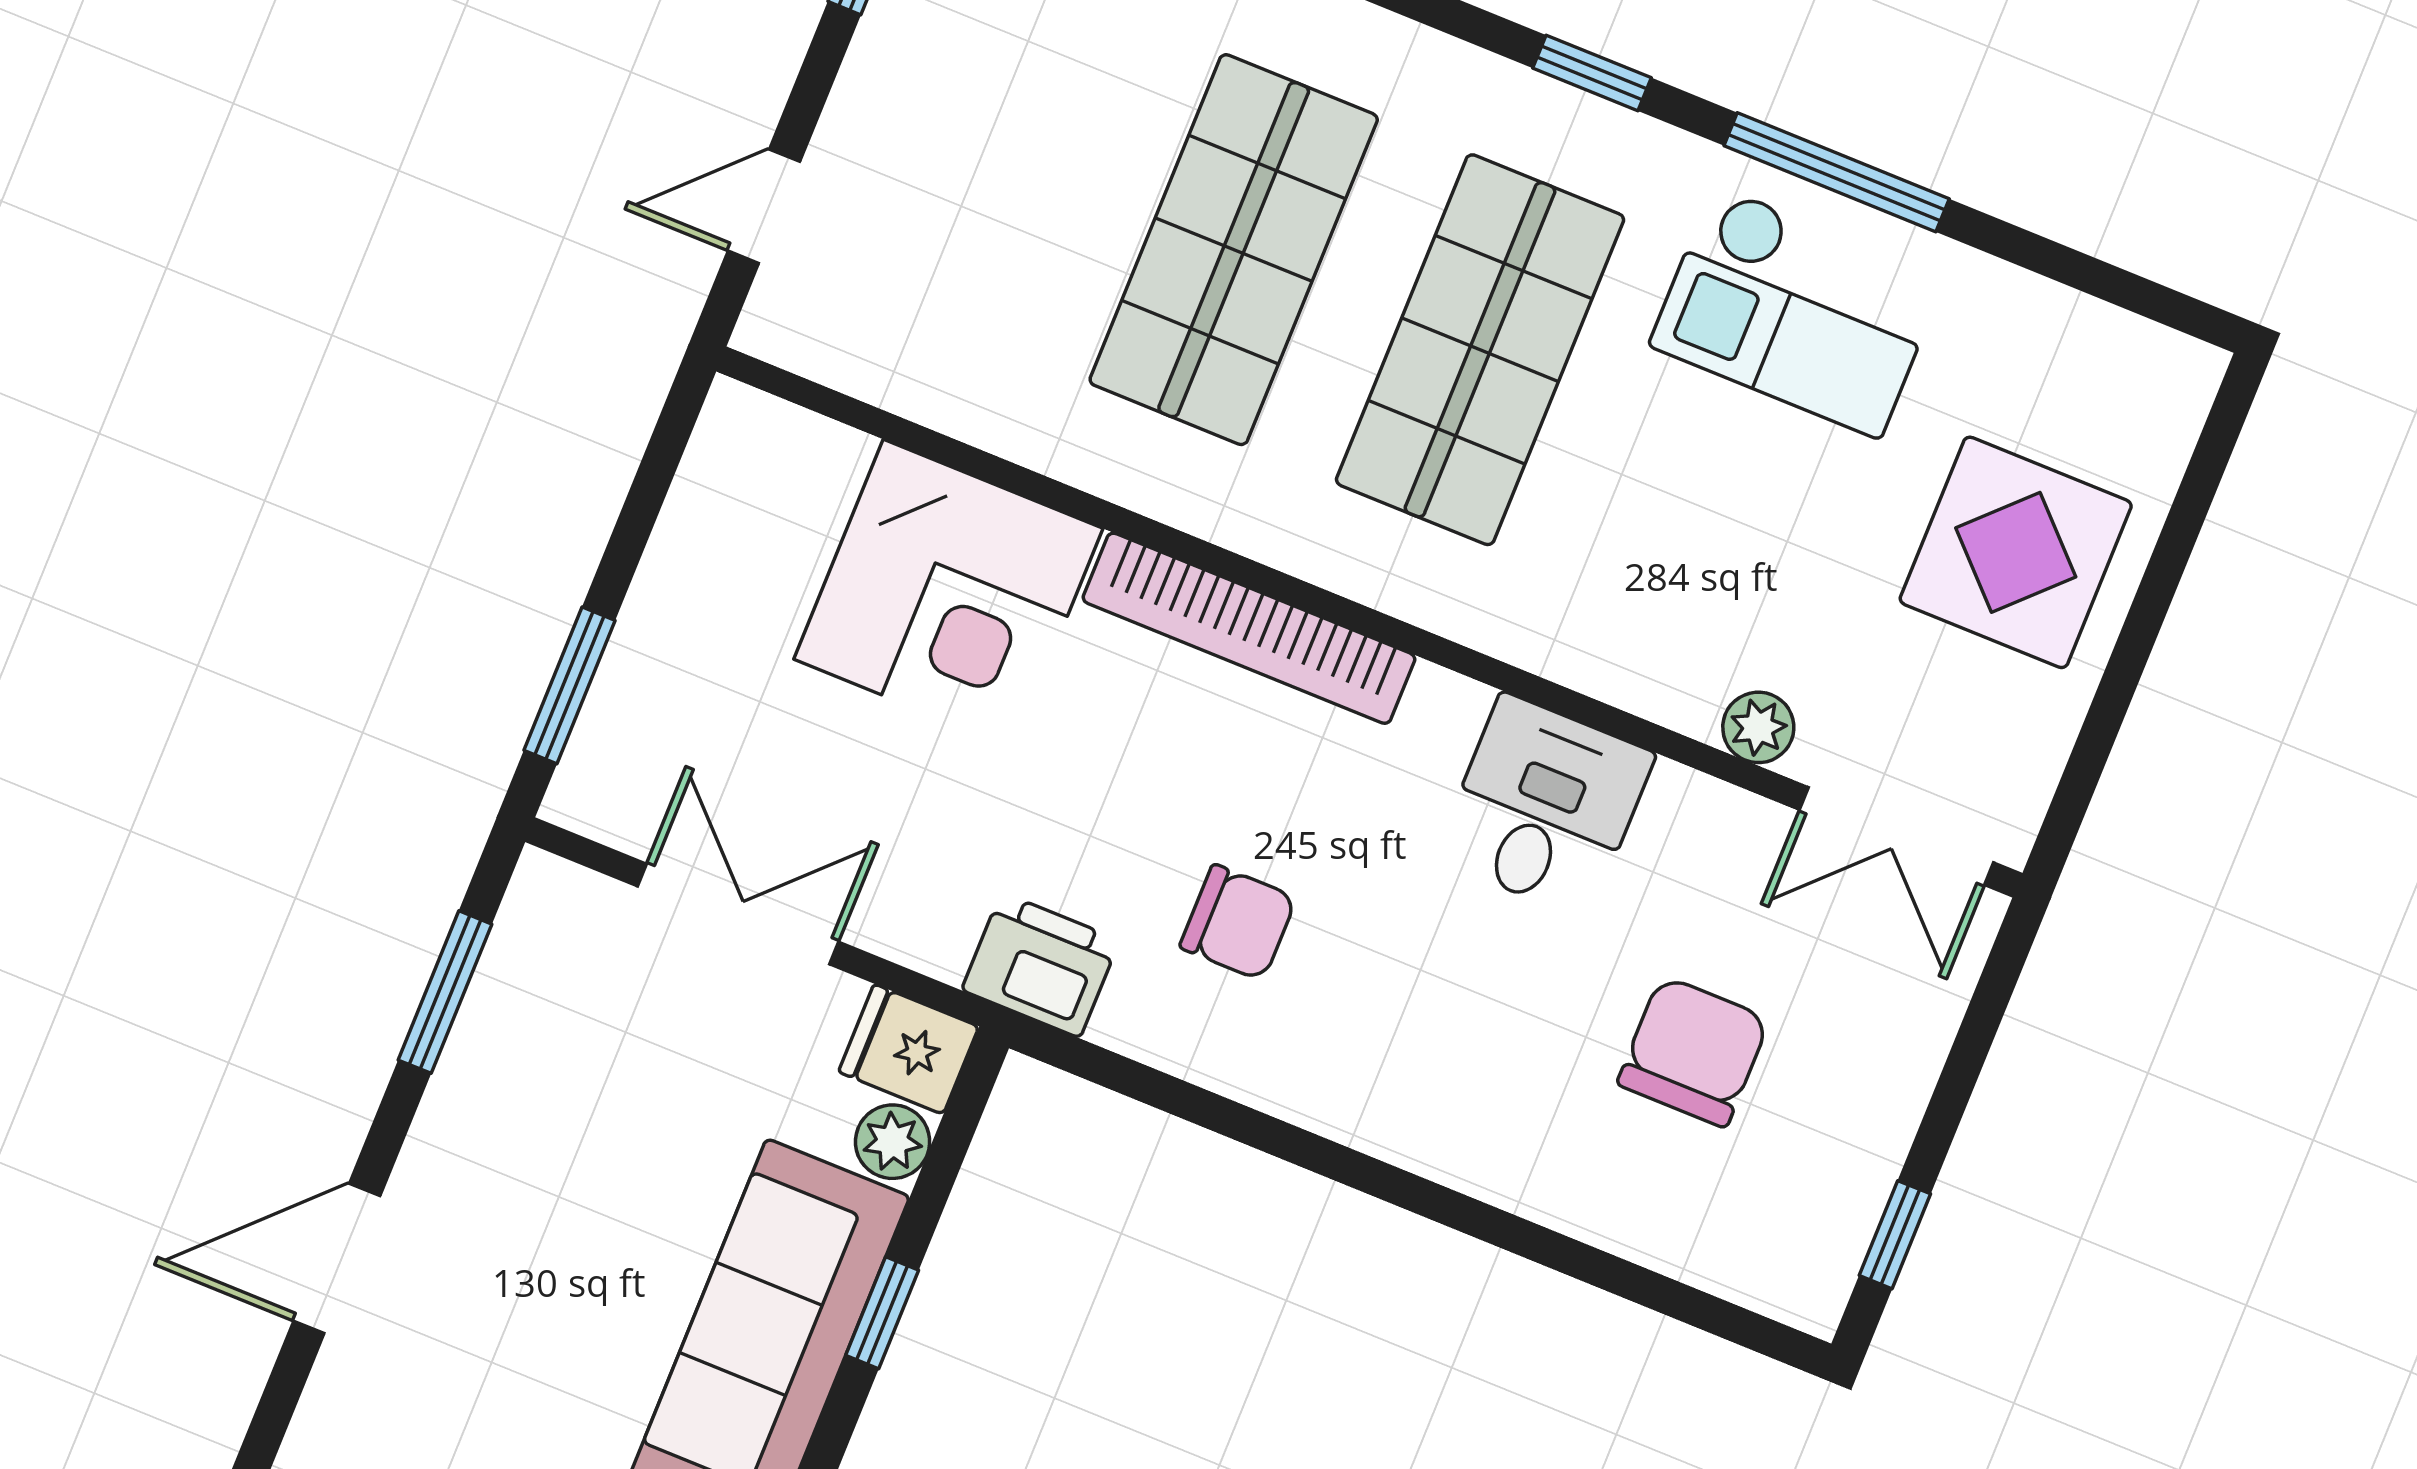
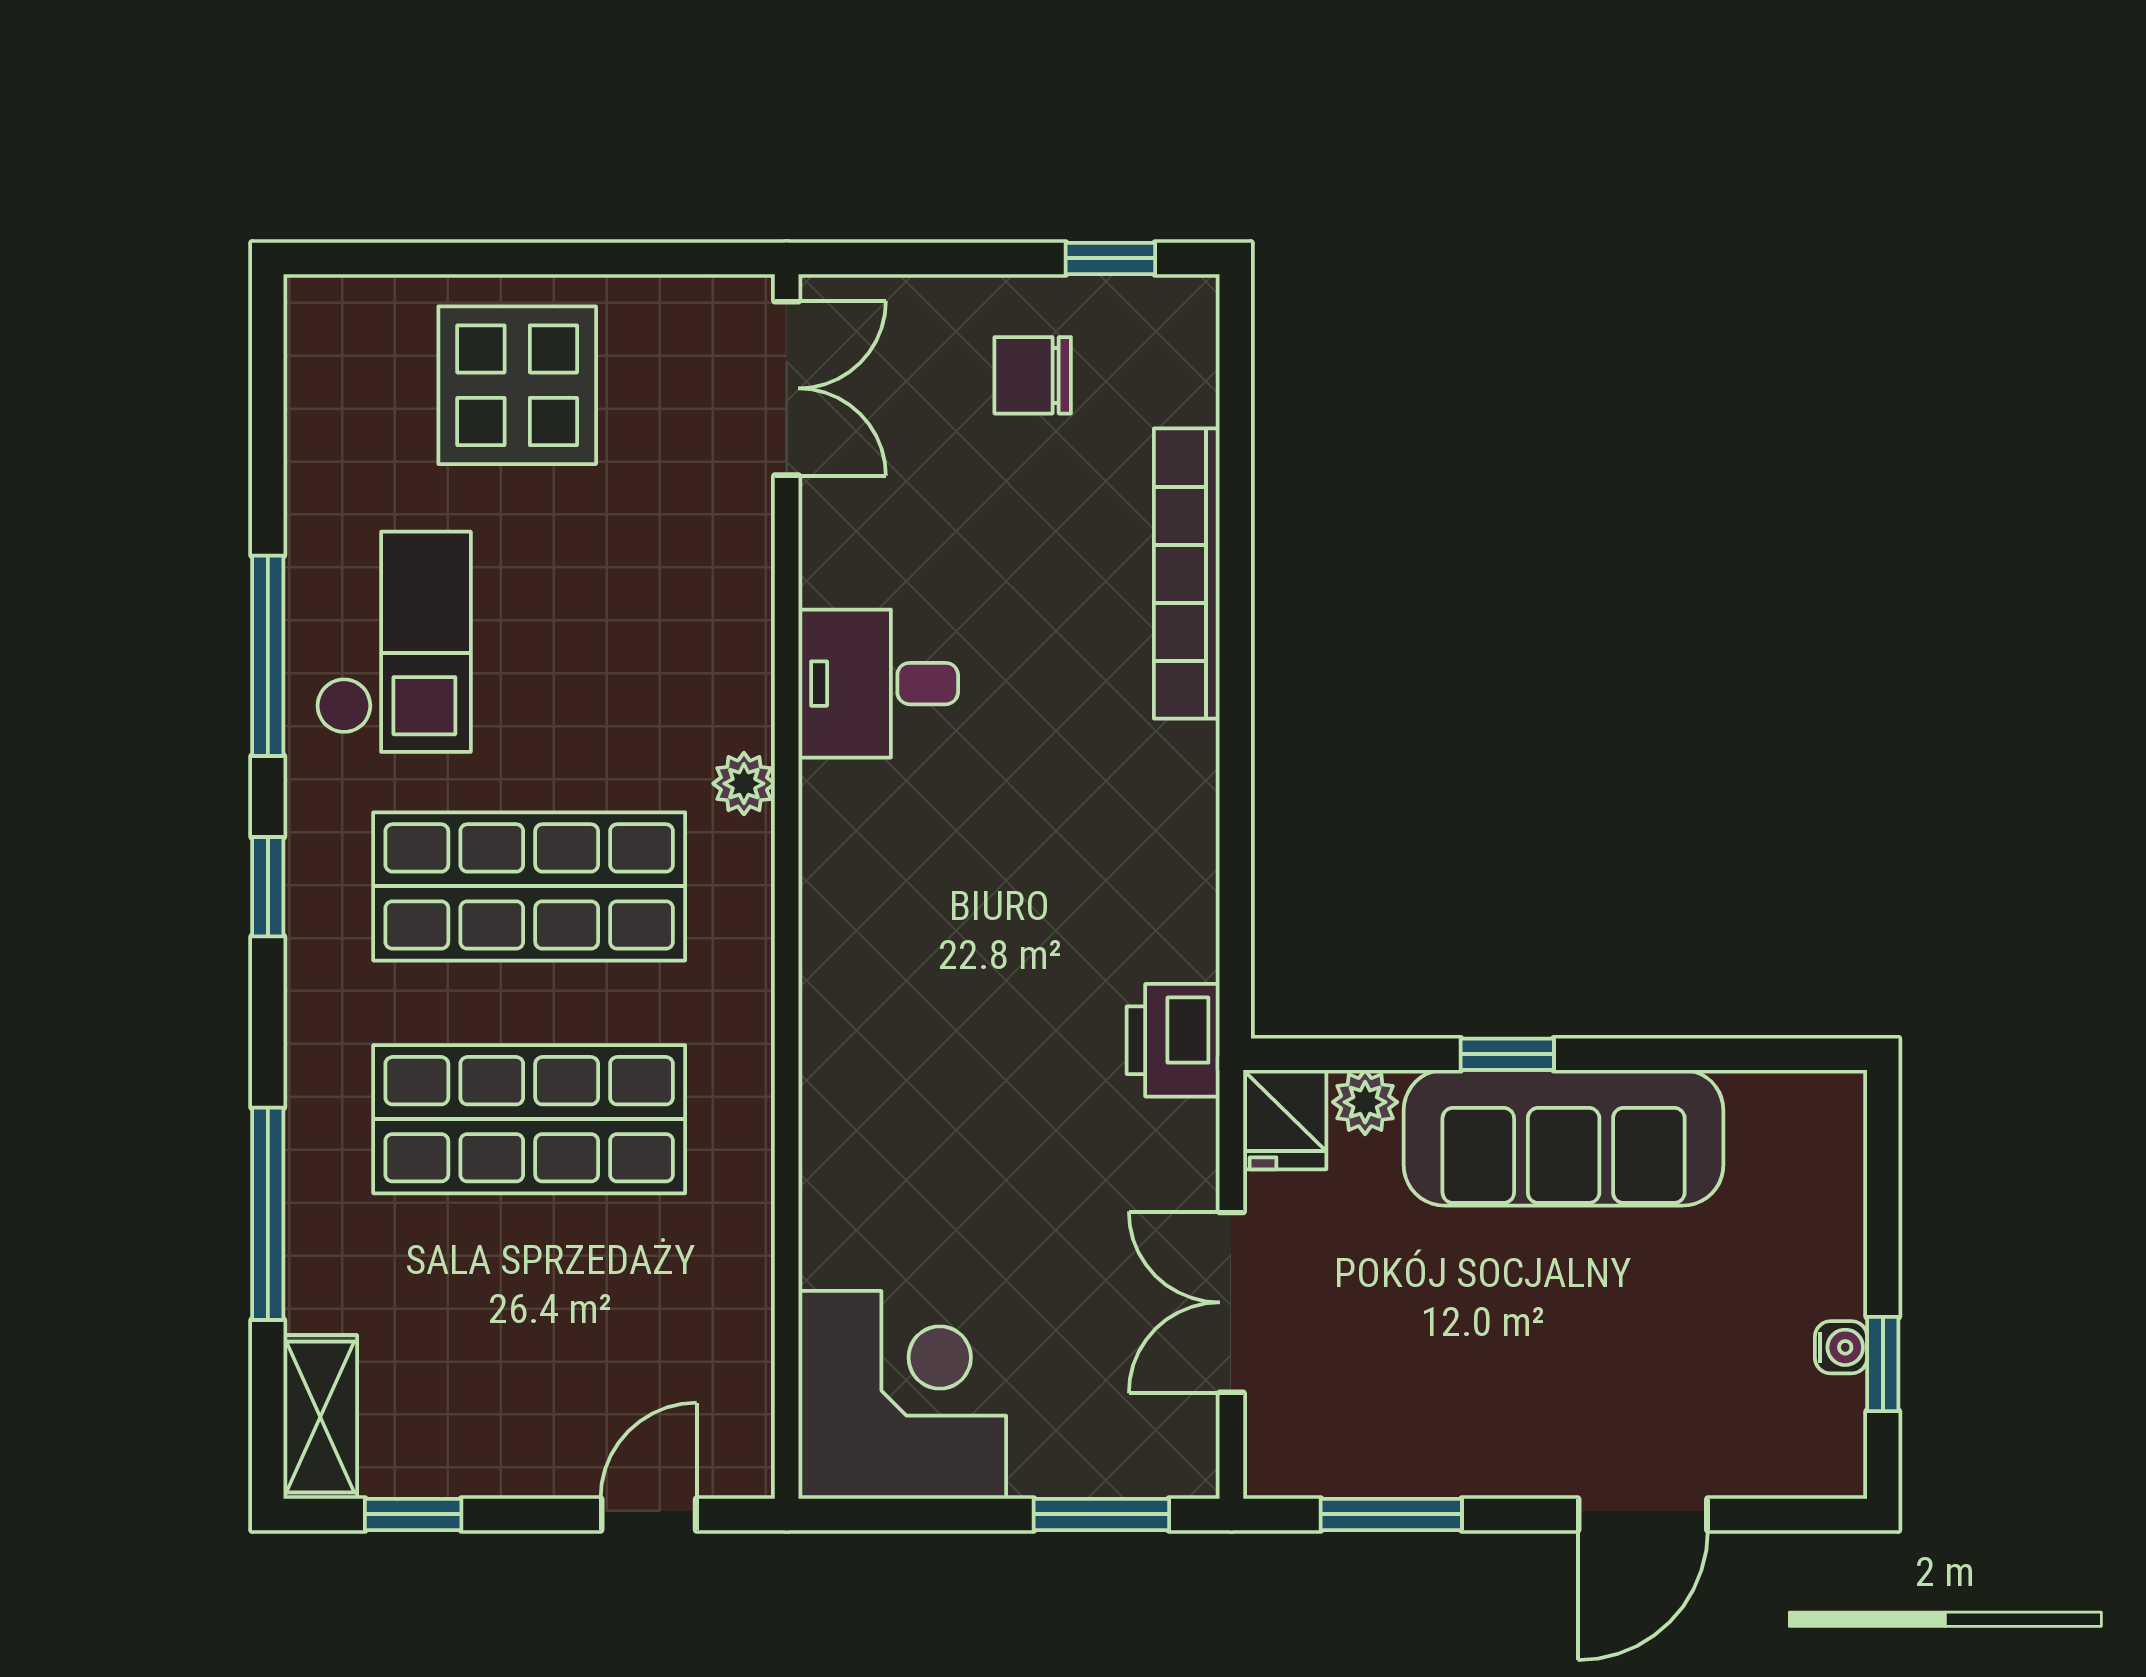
door: (764, 206) -> (649, 1514), swing flipped
corner desk: (948, 594) -> (902, 1395), moved
bookcase: (1249, 628) -> (1187, 574), moved, turned 180
plant: (1758, 727) -> (744, 784), moved
chair: (1238, 922) -> (1073, 894), removed
chair: (1693, 1051) -> (1033, 375), moved, width x0.73, depth x0.73
door: (337, 1258) -> (1643, 1514), hinge flipped

